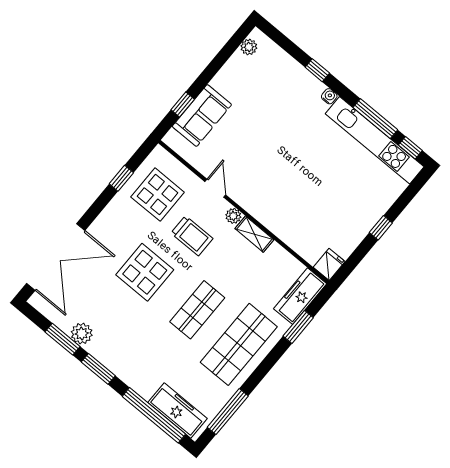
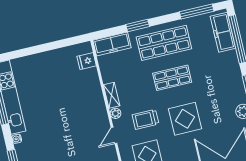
window: (381, 228) -> (42, 48), removed
trolley: (192, 236) -> (145, 119), turned -90
fridge: (329, 264) -> (87, 61), moved
window: (298, 327) -> (138, 25), moved

